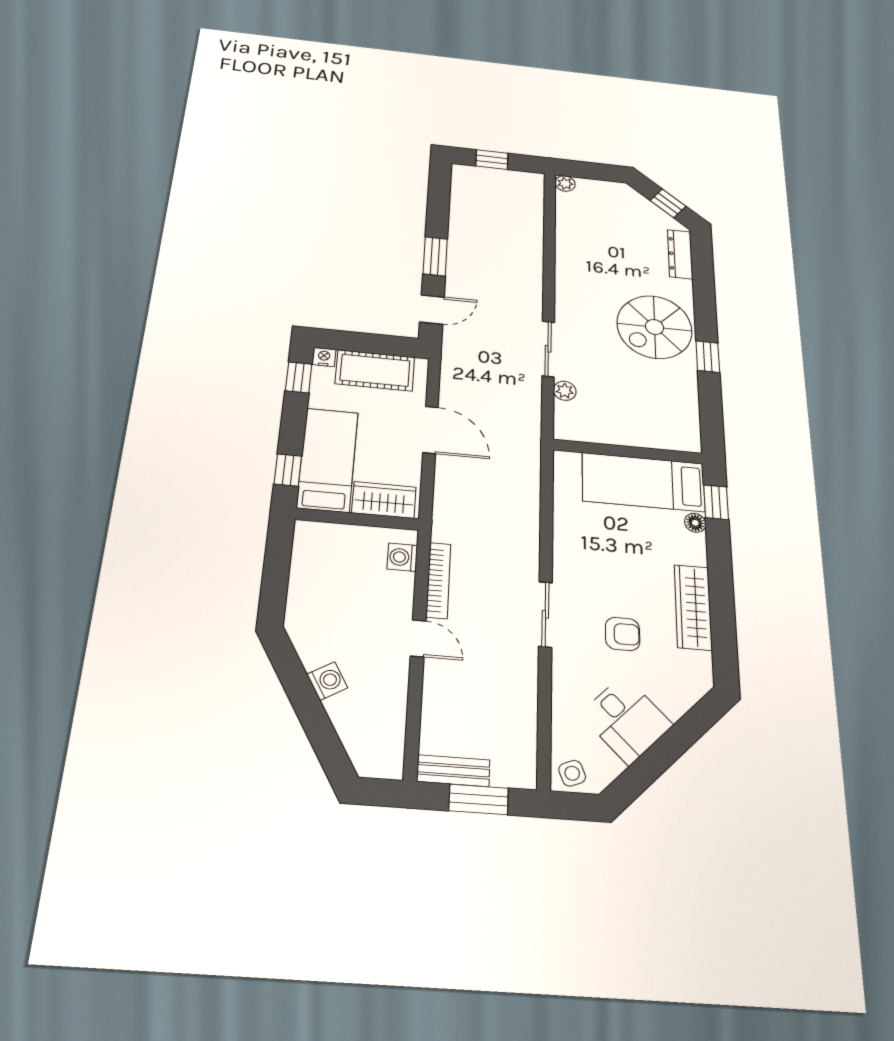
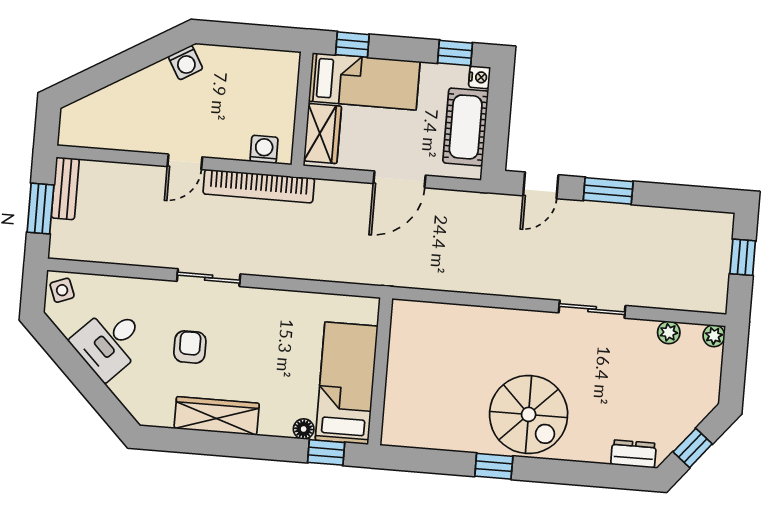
dresser: (680, 254) -> (634, 454), width x0.70
door: (432, 310) -> (541, 185), hinge flipped
spiral stairs: (655, 327) -> (529, 414), turned 180
sliding door: (548, 349) -> (592, 309), moved
plant: (565, 391) -> (669, 332), moved
bookcase: (438, 580) -> (259, 186), width x1.48, depth x1.31
armchair: (623, 634) -> (190, 347), turned 180
washing machine: (327, 681) -> (185, 63), moved

